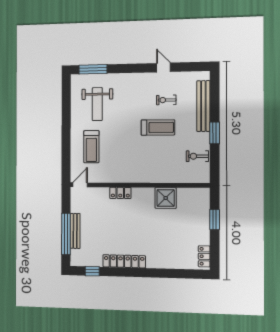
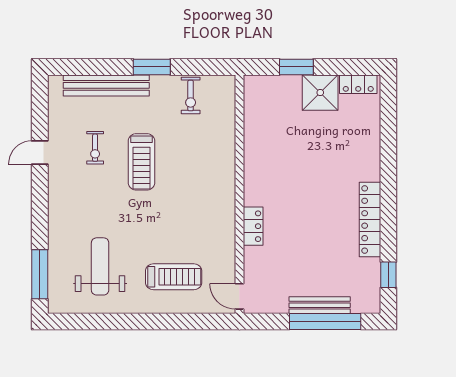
weight bench: (97, 104) -> (100, 266), turned -90
treadmill: (158, 127) -> (142, 162), turned 180
shower: (166, 198) -> (320, 93), moved

